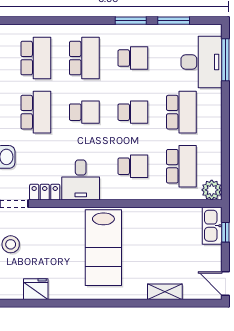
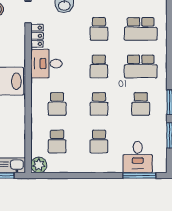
desk: (202, 62) -> (138, 157), width x0.73
school desk: (36, 112) -> (99, 29), width x0.54
school desk: (181, 112) -> (99, 141), width x0.54
school desk: (181, 166) -> (57, 141), width x0.54

